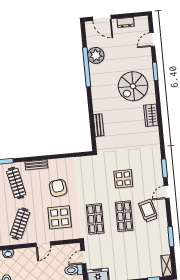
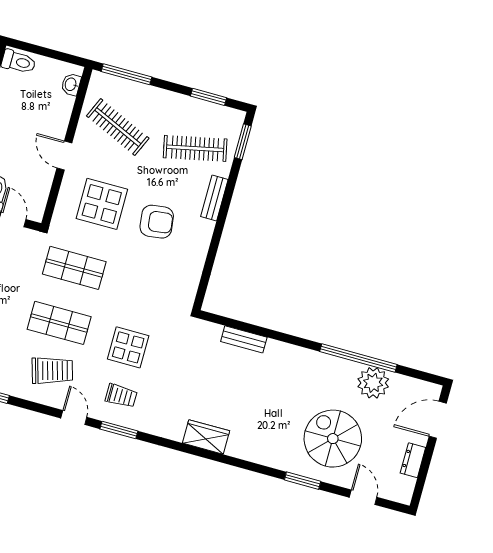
spiral stairs: (133, 86) -> (333, 439), moved
wardrobe: (151, 115) -> (206, 437), moved
trolley: (148, 173) -> (121, 396), added

